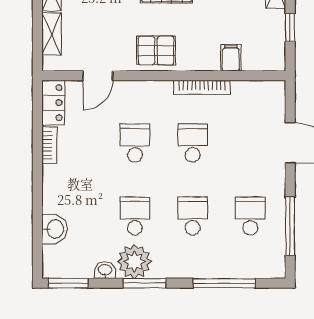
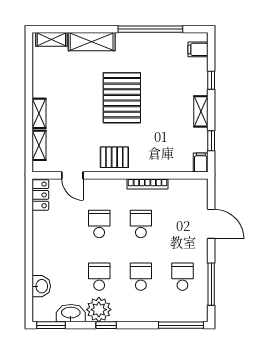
filing cabinet: (231, 58) -> (201, 163), moved
door: (98, 76) -> (72, 175), hinge flipped
bookcase: (49, 145) -> (37, 226), removed
washbasin: (105, 270) -> (71, 313), width x1.91, depth x1.45
window: (145, 283) -> (106, 325), width x0.67
window: (224, 283) -> (181, 325), moved

